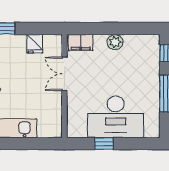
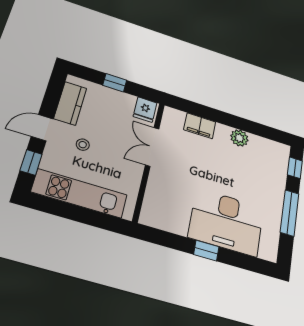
double door: (64, 74) -> (152, 147), moved
wall: (64, 86) -> (149, 161), moved

